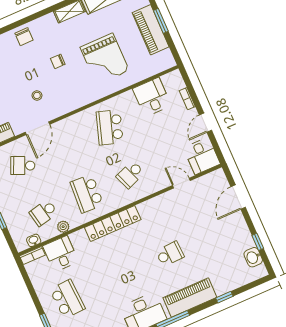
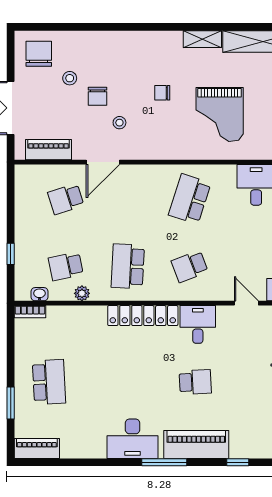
chair: (24, 37) -> (97, 96), moved
school desk: (23, 166) -> (66, 199), turned -42
desk: (61, 254) -> (198, 324), moved

